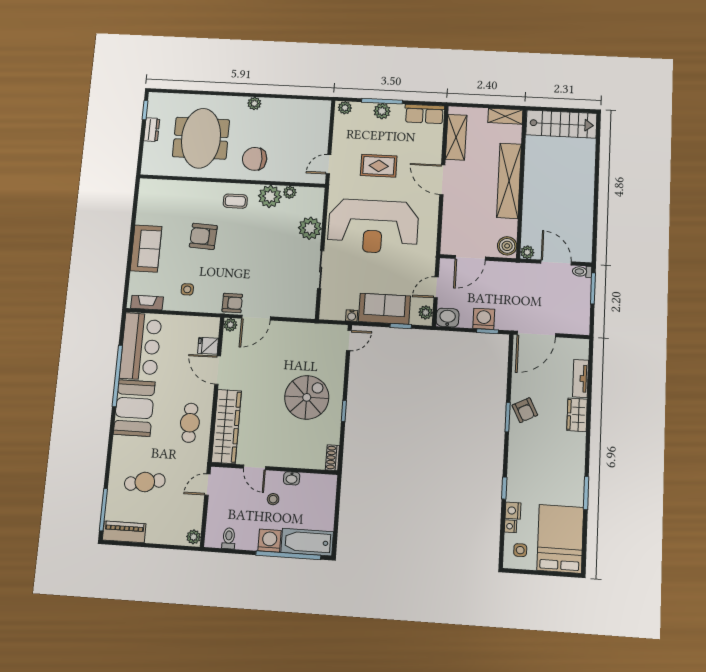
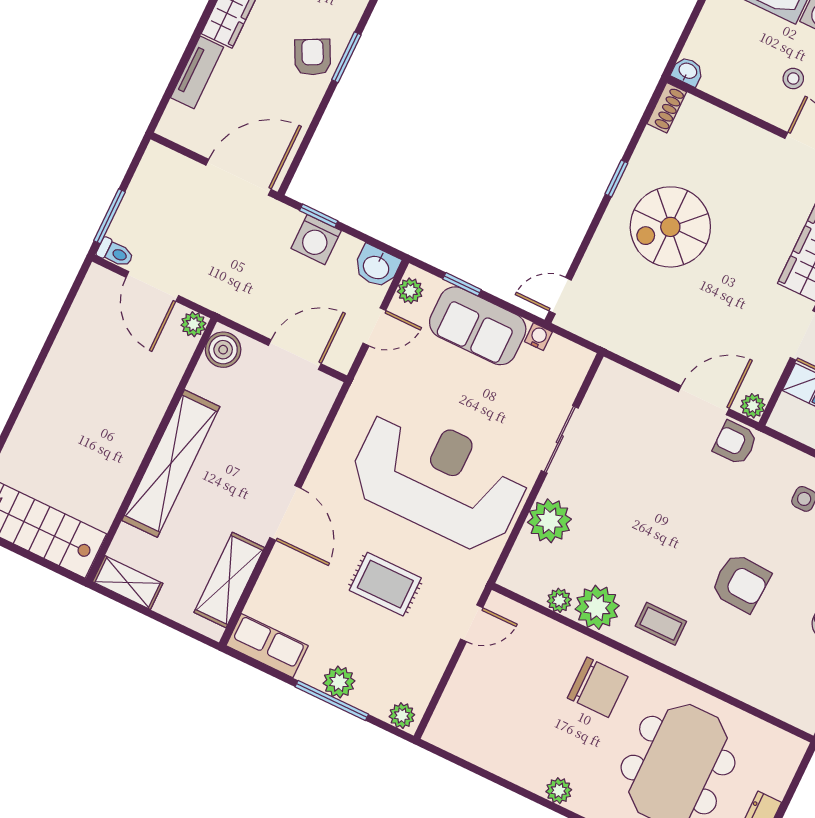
washbasin: (292, 478) -> (688, 71), moved

